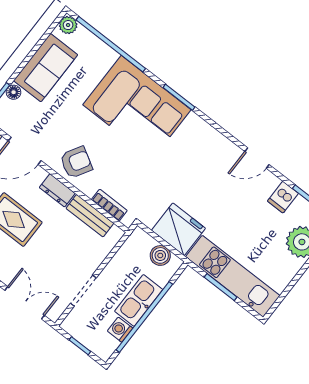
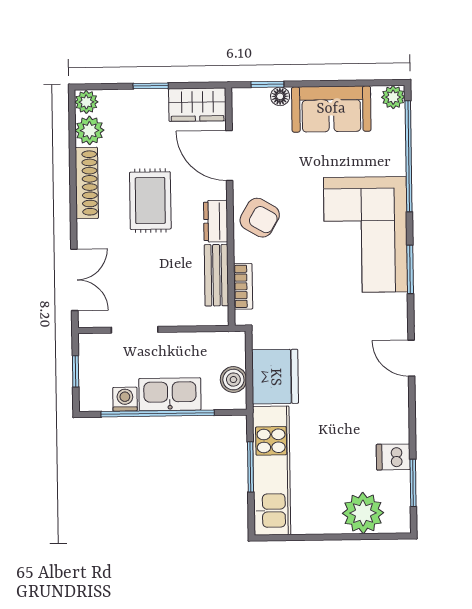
door: (257, 158) -> (411, 358), moved

